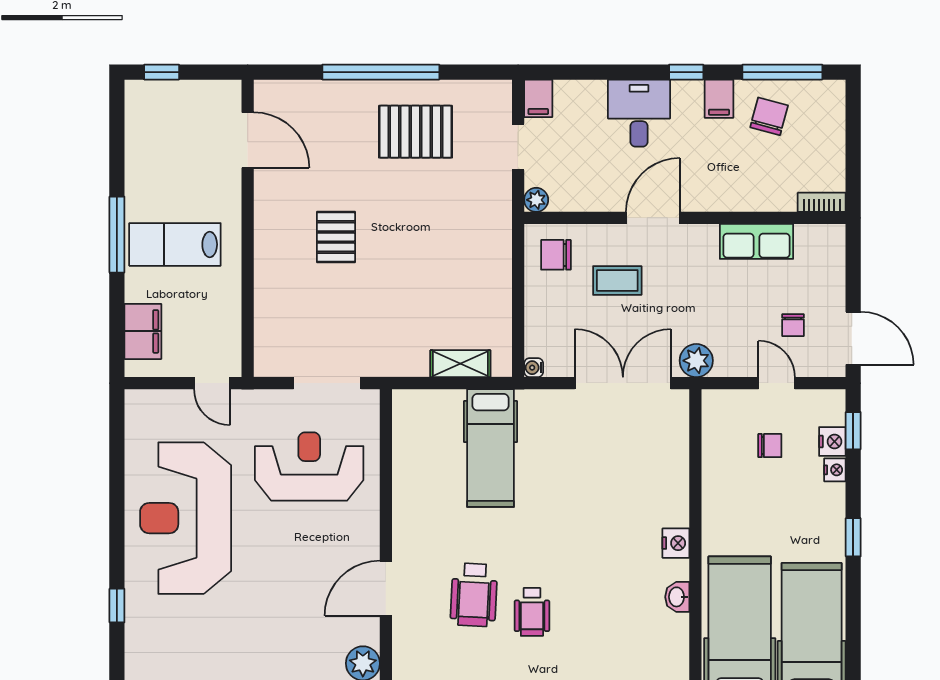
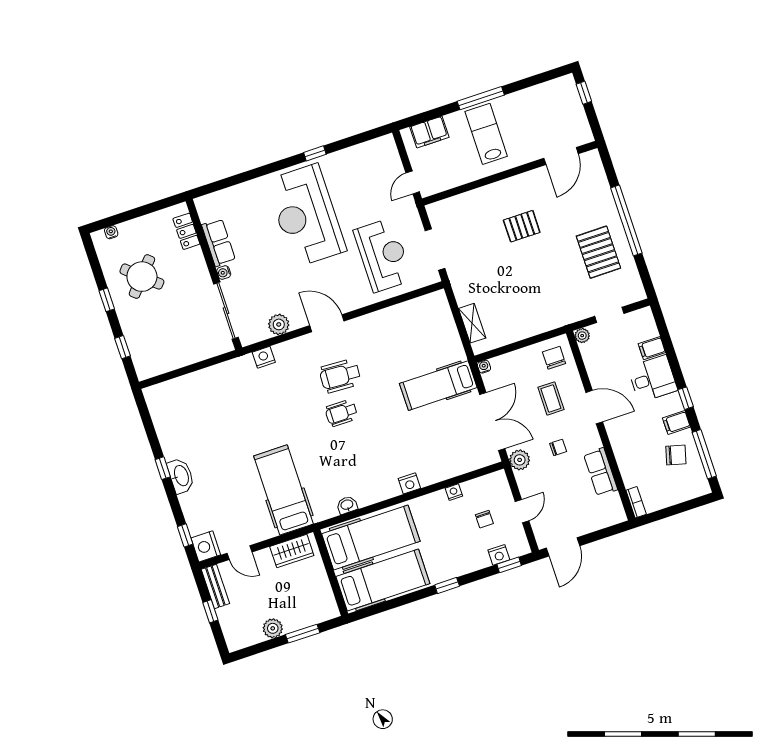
filing cabinet: (538, 98) -> (652, 348), moved
chair: (793, 325) -> (558, 448), moved, turned 180
hospital bed: (490, 448) -> (438, 386), moved
nightstand: (835, 470) -> (454, 492), moved, turned 180
reception desk: (186, 518) -> (306, 215), moved, turned -90
washbasin: (677, 597) -> (347, 505), moved
window: (117, 606) -> (315, 153), moved

